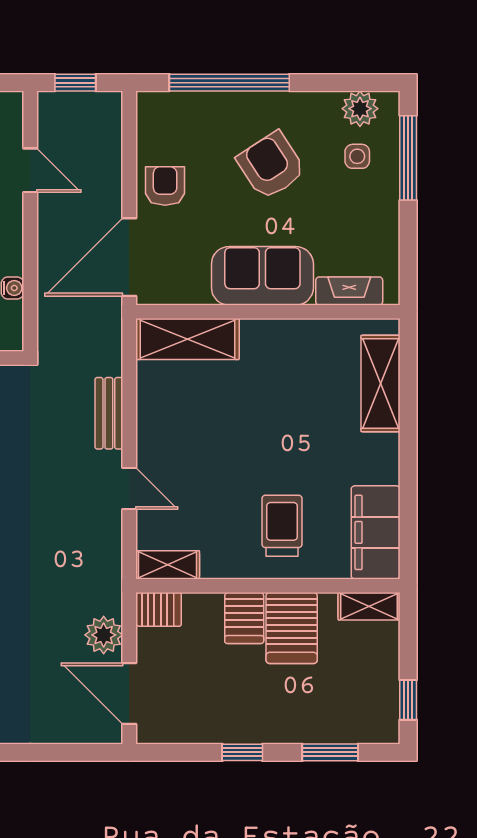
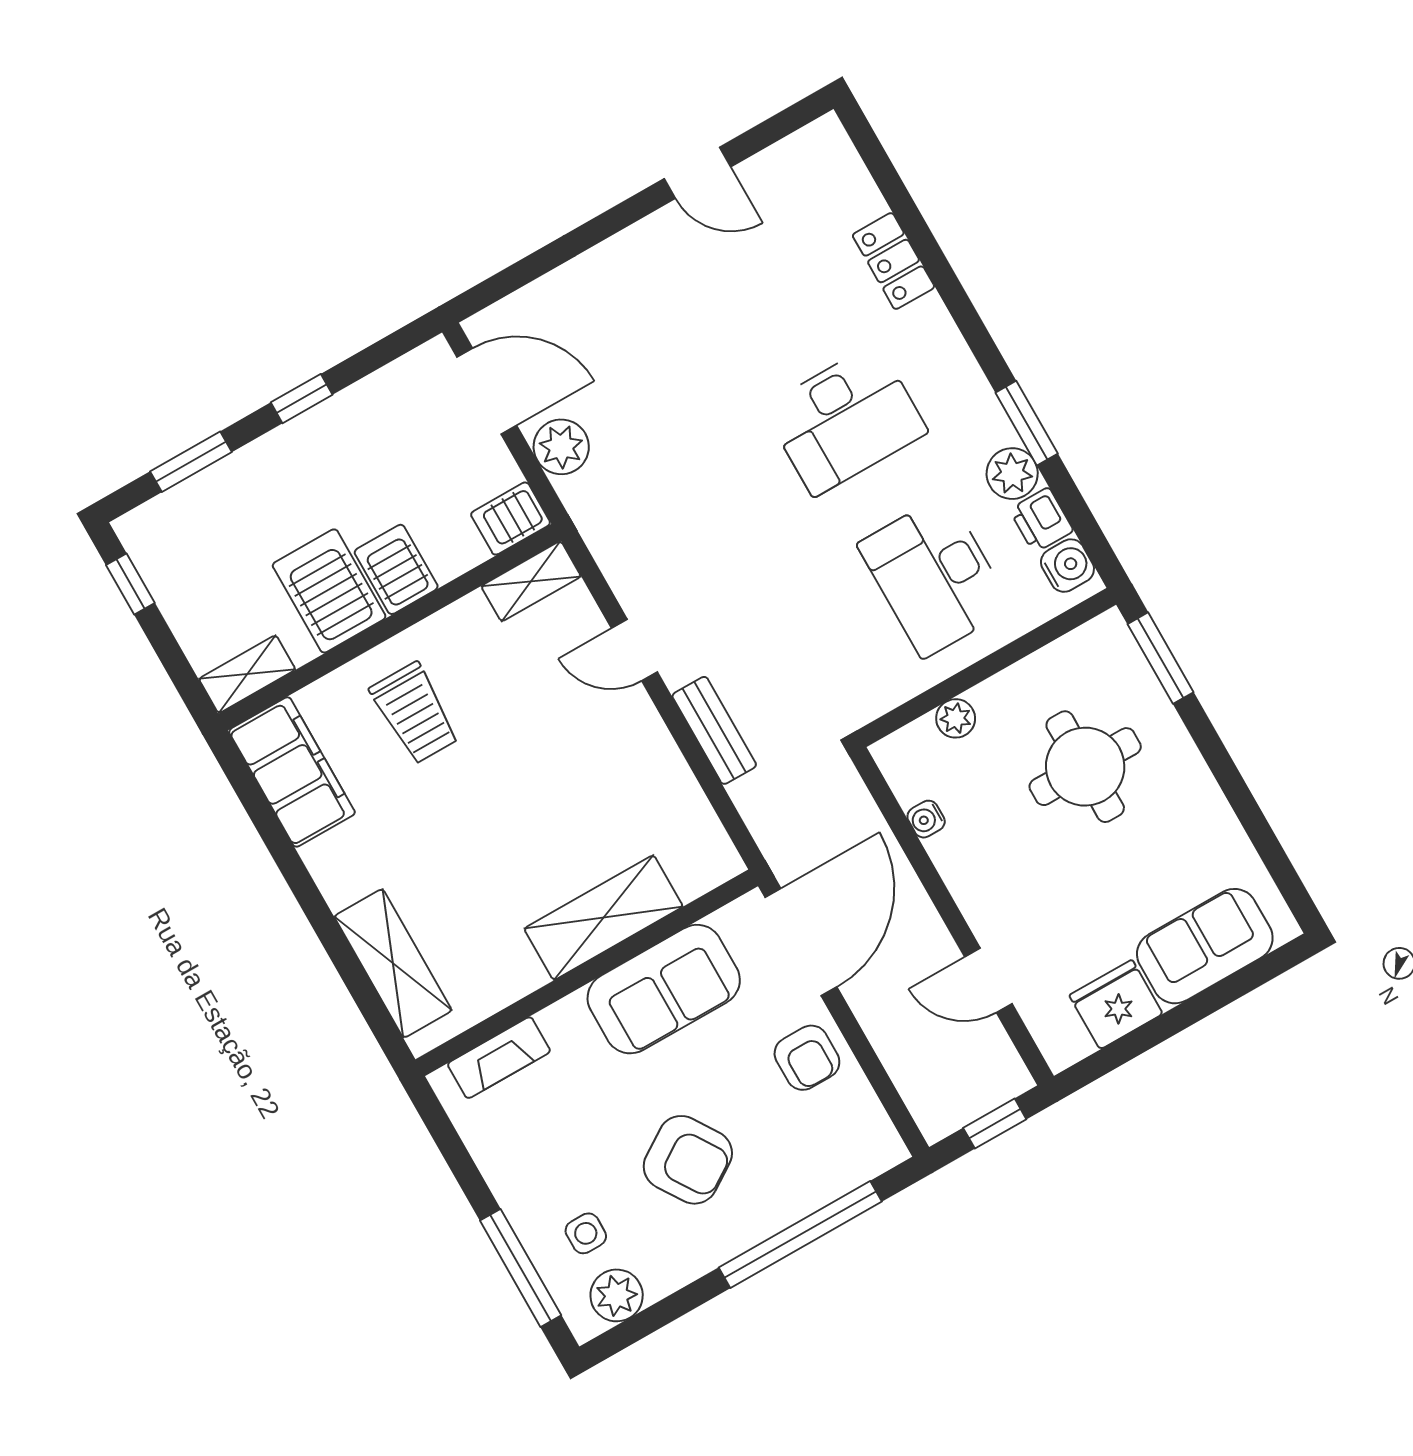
sofa: (262, 276) -> (664, 989), moved
shelving: (188, 339) -> (604, 918), moved

